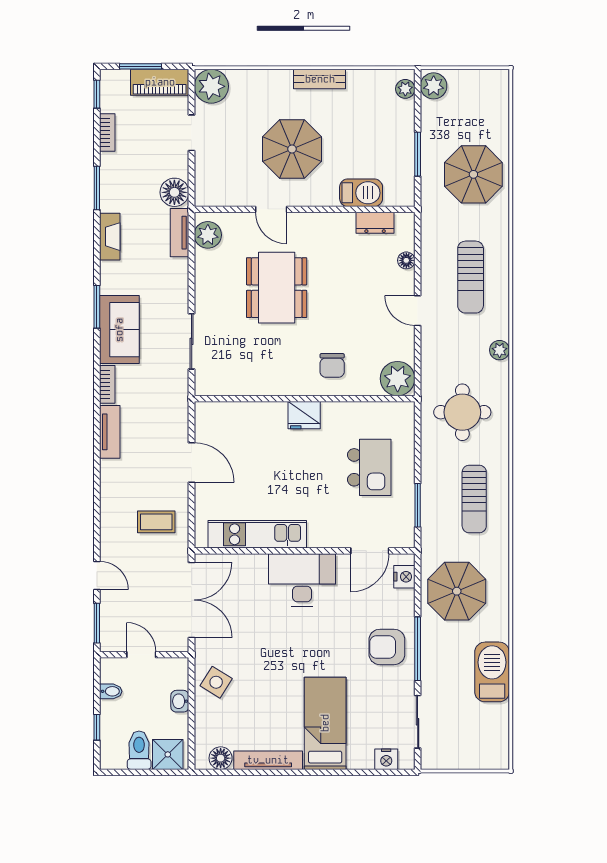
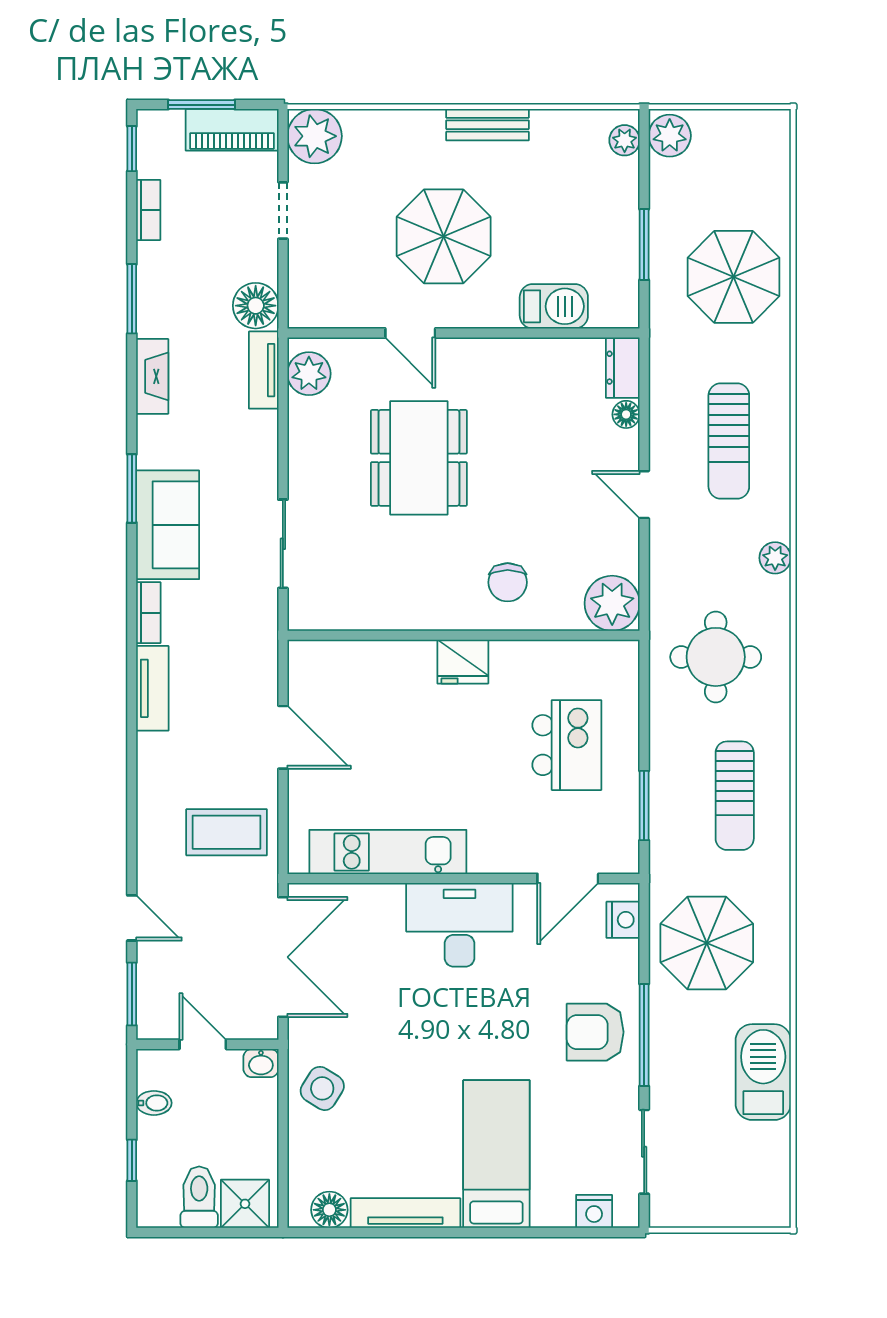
dresser: (375, 223) -> (623, 368), moved, turned 90
coffee table: (156, 522) -> (227, 832), width x1.36, depth x1.30
washbasin: (180, 701) -> (261, 1063), moved, turned -90

